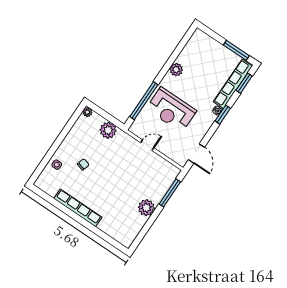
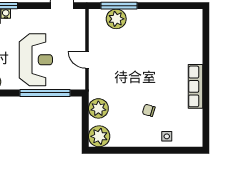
plant: (87, 112) -> (99, 136), width x1.88, depth x1.88
row of seats: (78, 208) -> (195, 86), width x0.73
plant: (146, 208) -> (116, 19), moved

